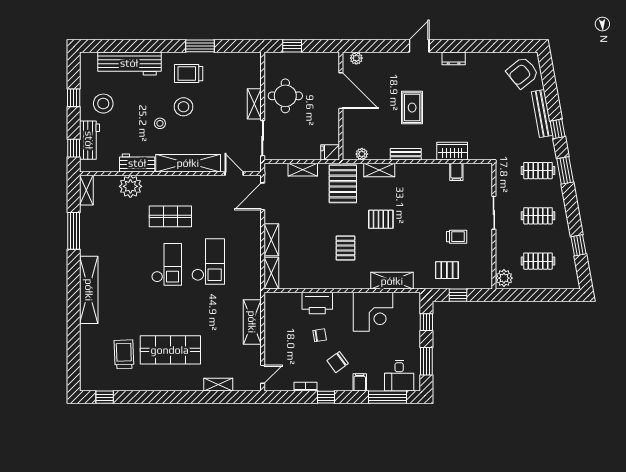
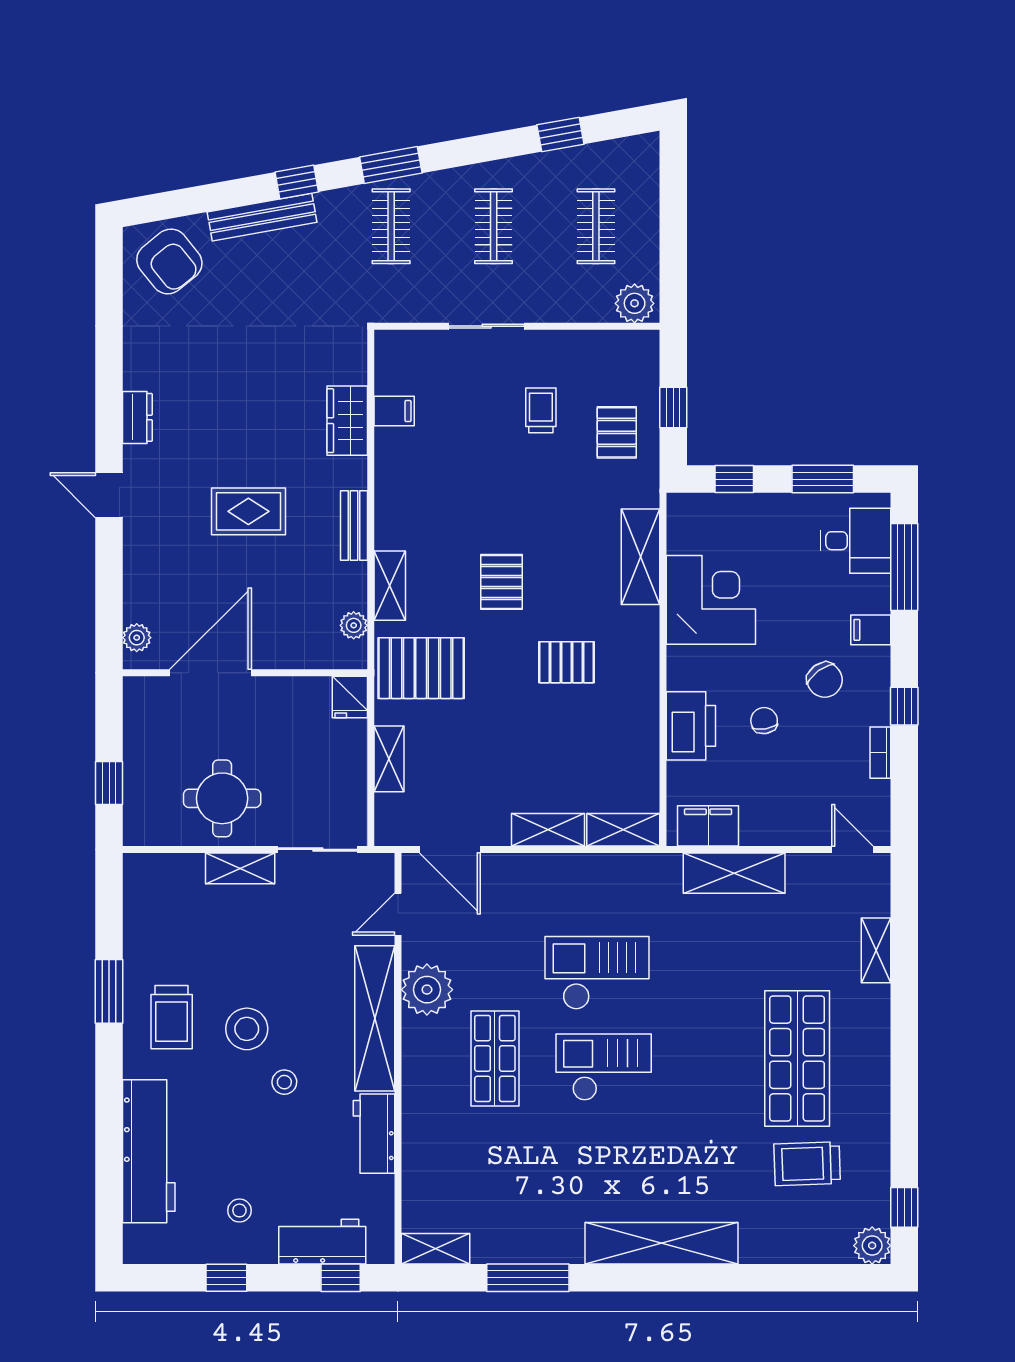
stool: (103, 104) -> (239, 1210), width x0.53, depth x0.53
plant: (130, 186) -> (427, 990), moved
filing cabinet: (273, 311) -> (708, 826), added
plant: (88, 383) -> (872, 1246), added

